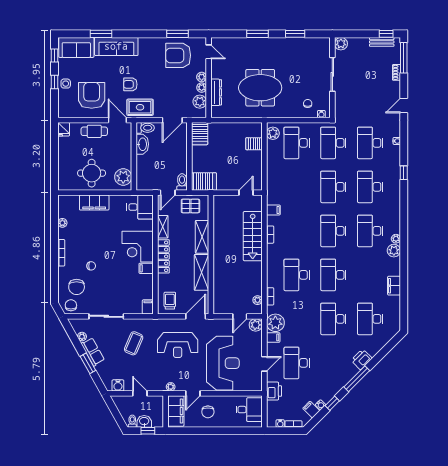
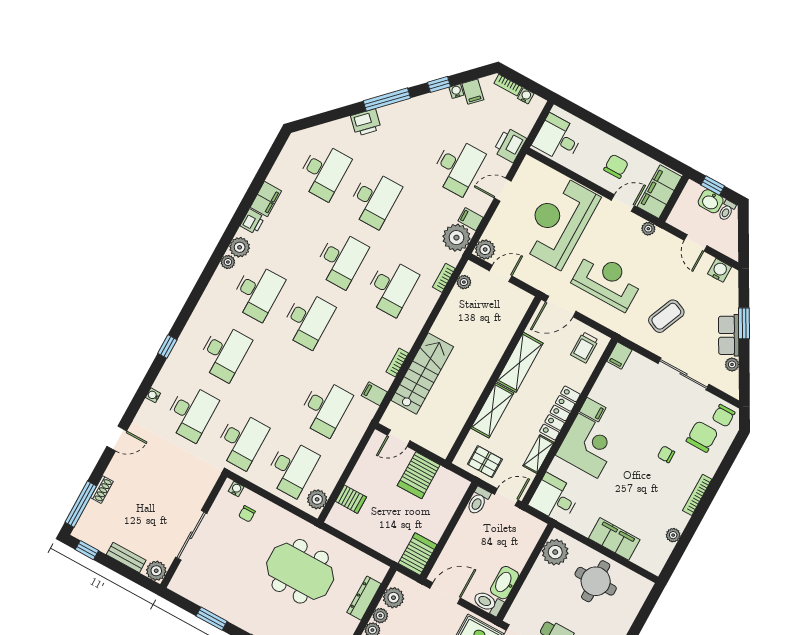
bench: (382, 42) -> (126, 557), moved
server rack: (204, 182) -> (419, 475), moved, turned -90
desk: (333, 187) -> (325, 408), moved
printer: (395, 269) -> (252, 222), added

